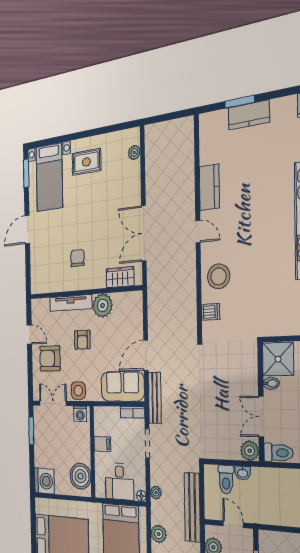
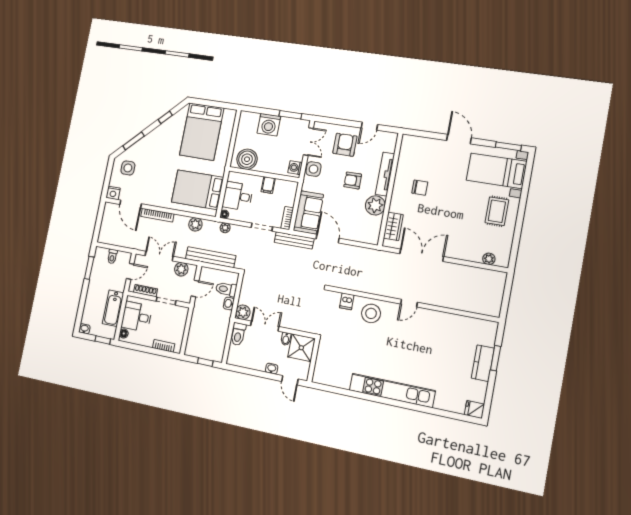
kitchen counter: (209, 187) -> (439, 320), removed
washing machine: (44, 481) -> (269, 125), moved

